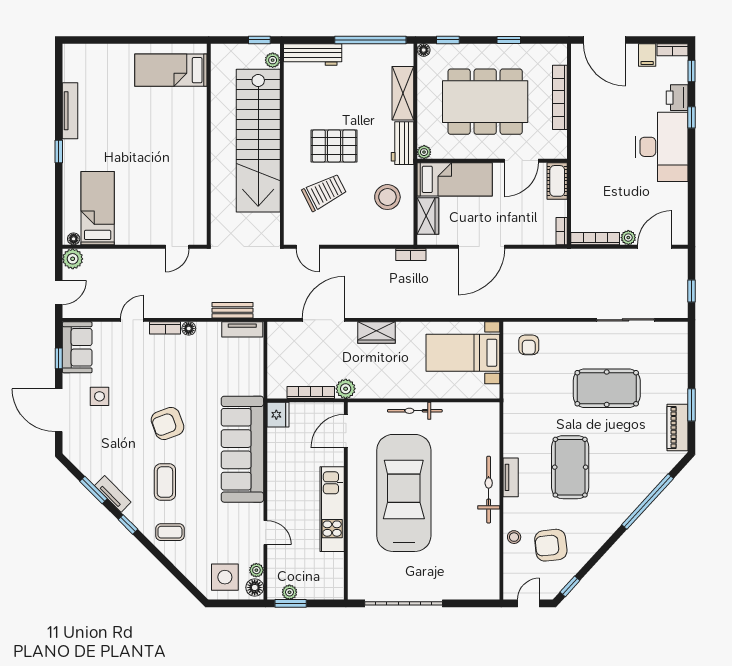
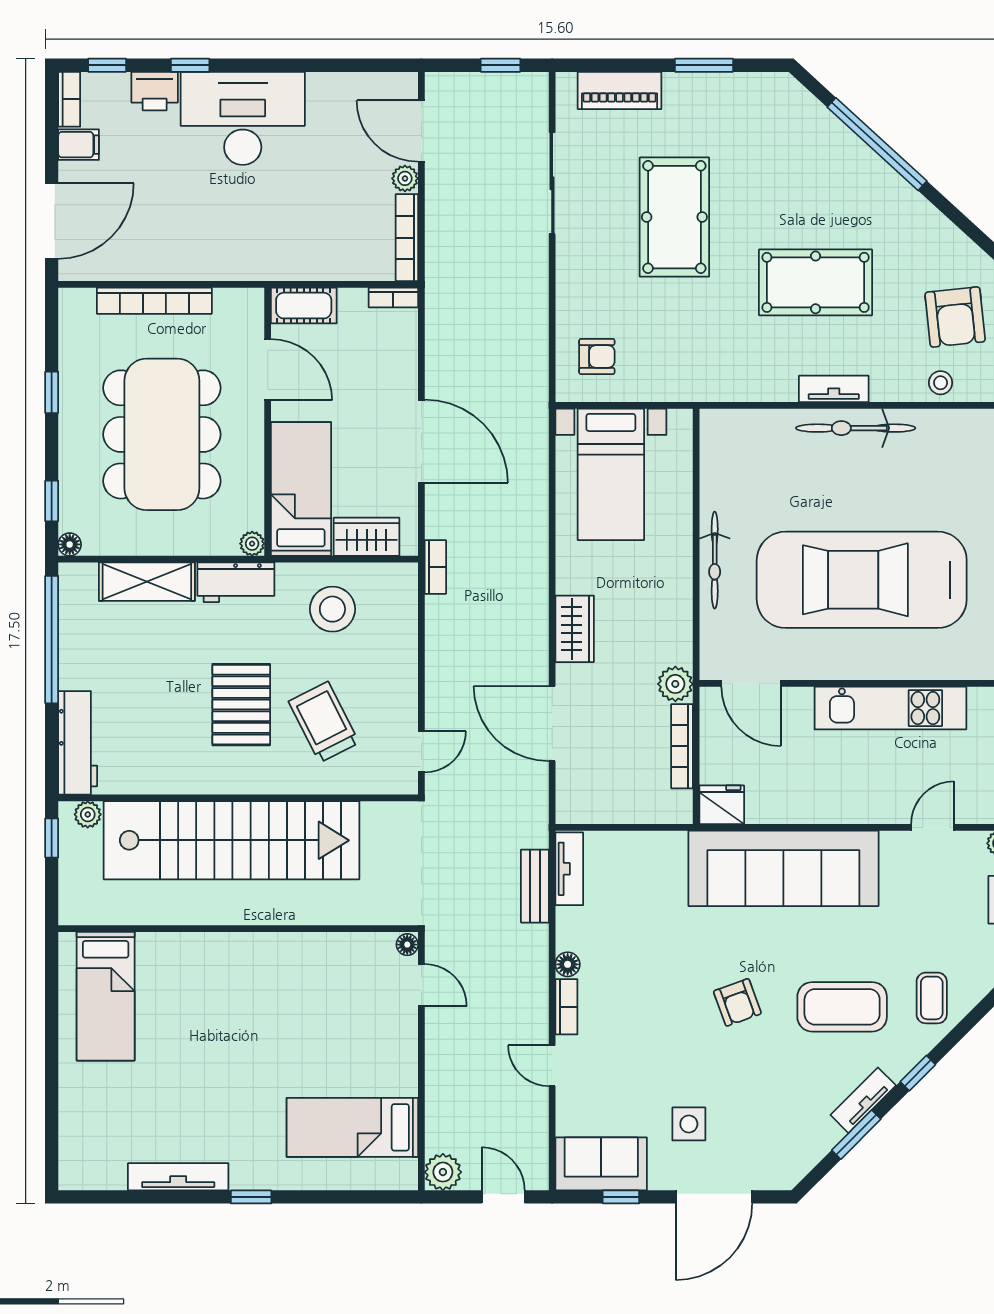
floor lamp: (74, 239) -> (407, 945), moved
armchair: (167, 423) -> (737, 1002), width x0.72, depth x0.72
piano: (677, 428) -> (620, 90), moved
coffee table: (165, 482) -> (842, 1007), width x1.36, depth x1.32

